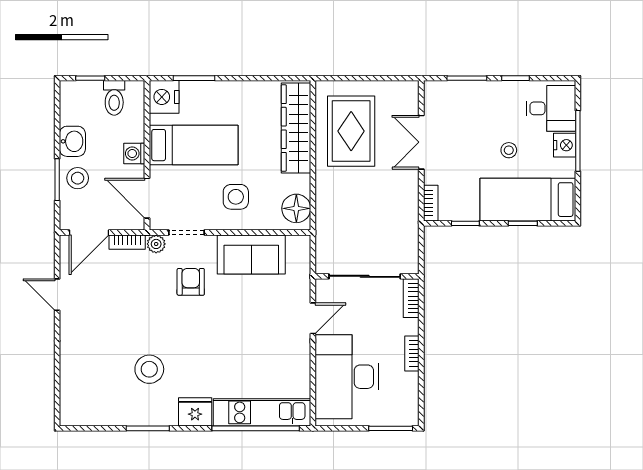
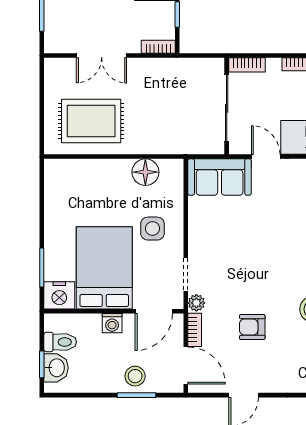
wardrobe: (296, 128) -> (88, 172), removed
washbasin: (72, 141) -> (56, 368), moved, turned 90
bed: (194, 145) -> (104, 268), width x1.50
floor lamp: (296, 208) -> (145, 172), moved
sofa: (251, 254) -> (220, 177), moved, turned 90
armchair: (191, 282) -> (252, 327), moved

